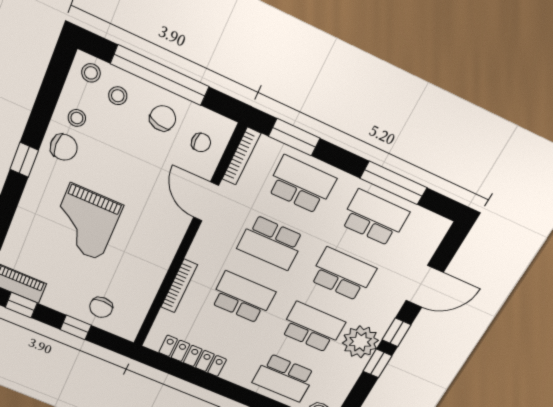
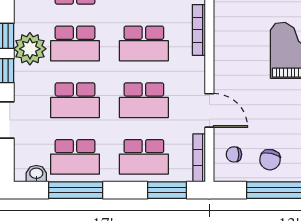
washbasin: (425, 219) -> (36, 174), added
school desk: (271, 243) -> (144, 100), turned 180

